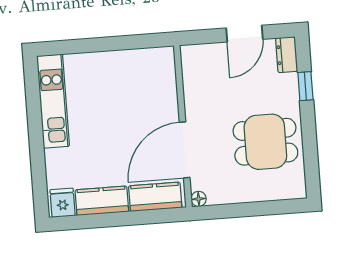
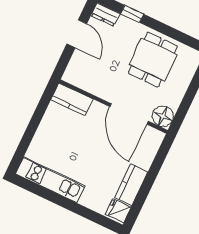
kitchen counter: (155, 197) -> (72, 99), moved, turned -90
floor lamp: (199, 199) -> (163, 116), width x1.89, depth x1.89

